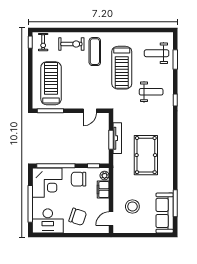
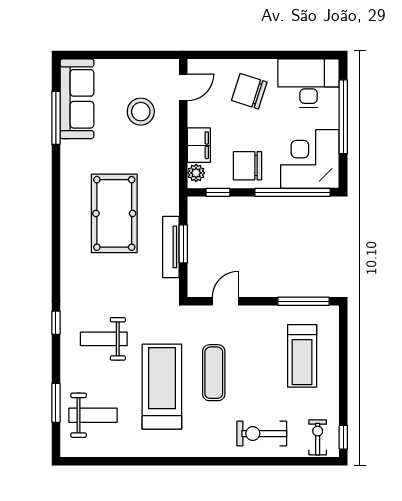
exercise mat: (95, 52) -> (214, 373), moved
treadmill: (51, 83) -> (302, 356), width x0.73, depth x0.73
chair: (79, 179) -> (247, 166), turned 180

